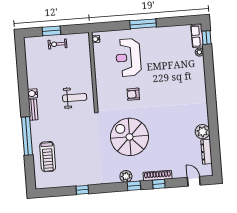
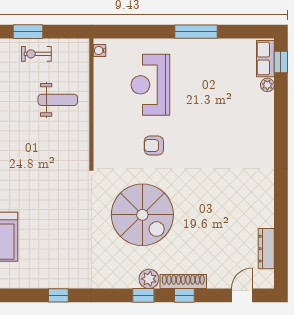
window: (143, 24) -> (196, 32), moved
weight bench: (75, 98) -> (58, 100), moved
plant: (202, 132) -> (262, 215), removed
spiral stairs: (130, 137) -> (142, 215), turned 180
plant: (126, 176) -> (149, 279), moved
door: (194, 181) -> (242, 295), hinge flipped

